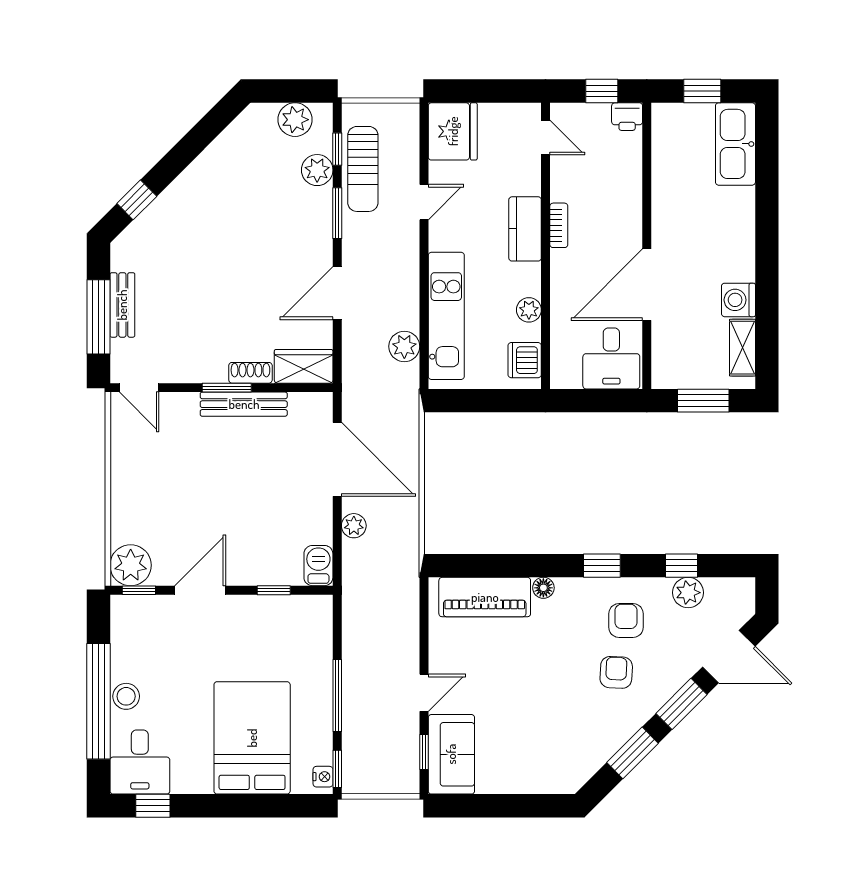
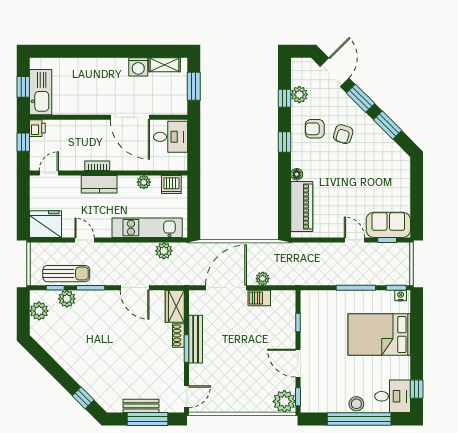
kitchen sink: (735, 144) -> (41, 92), moved, turned -90
barbecue: (318, 566) -> (259, 298), moved
armchair: (616, 672) -> (343, 134), turned -76

